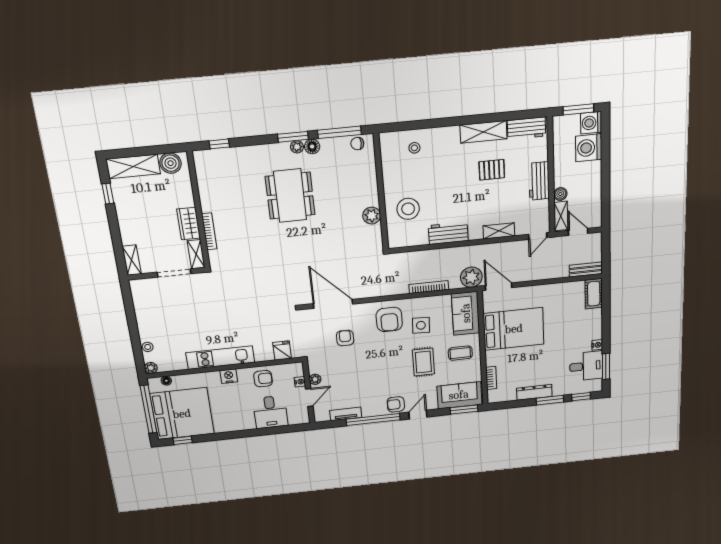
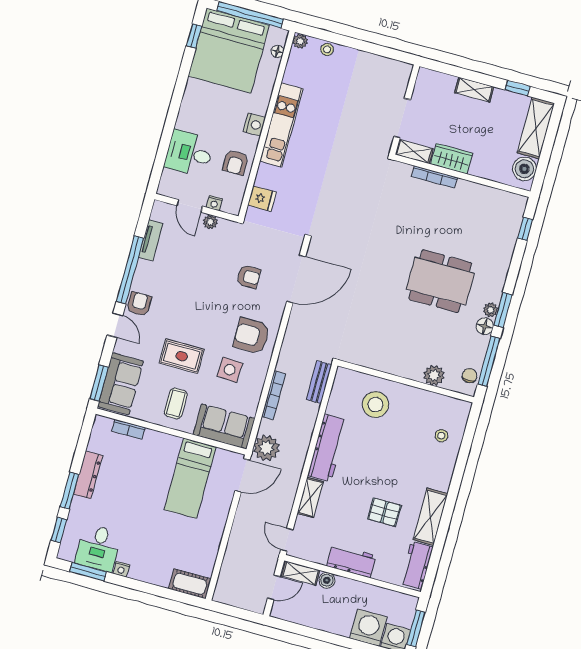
pallet: (492, 170) -> (384, 512), turned 90
plant: (372, 216) -> (434, 375), moved
workbench: (448, 233) -> (327, 448), width x1.38
shelving: (132, 260) -> (474, 90), moved
bench: (586, 270) -> (319, 382), moved
bed: (514, 329) -> (190, 478), width x0.67

